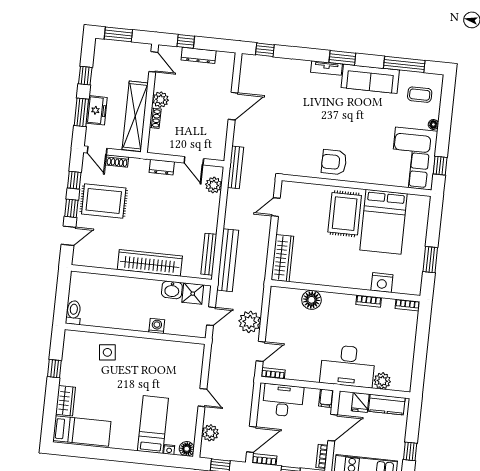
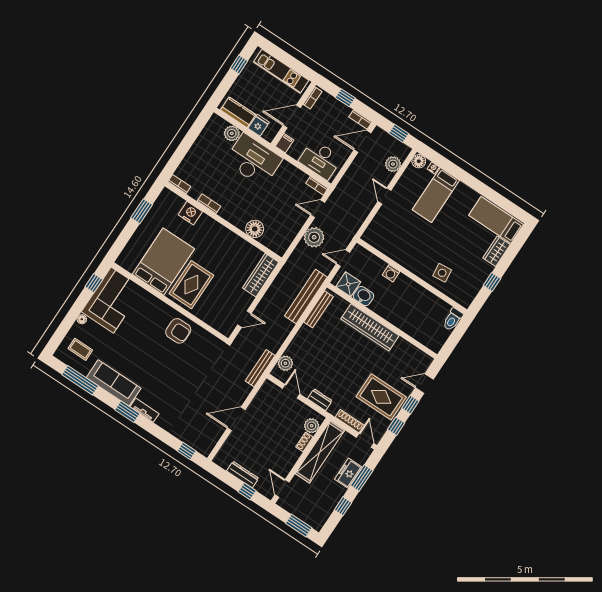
plant: (160, 100) -> (312, 426), moved
shoe rack: (117, 161) -> (350, 421), width x1.43

